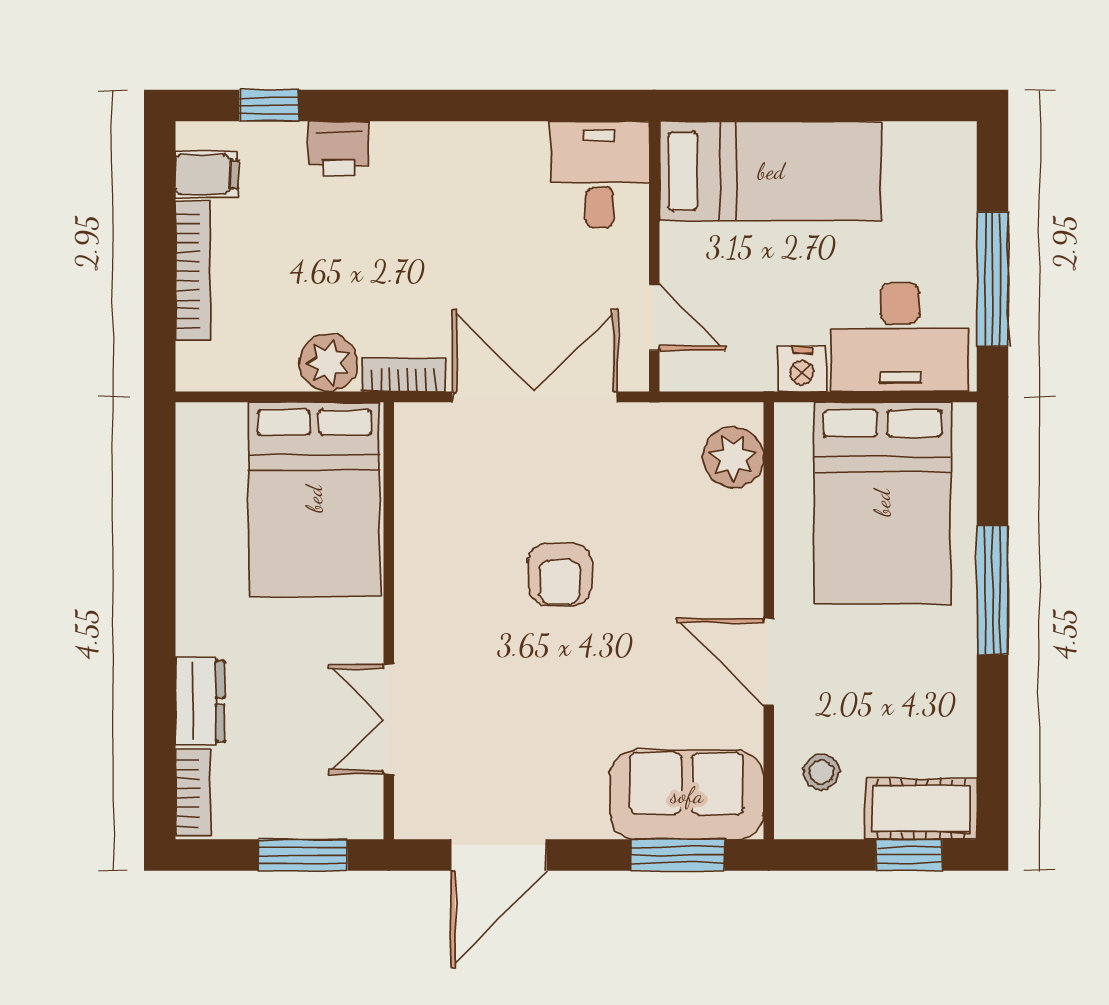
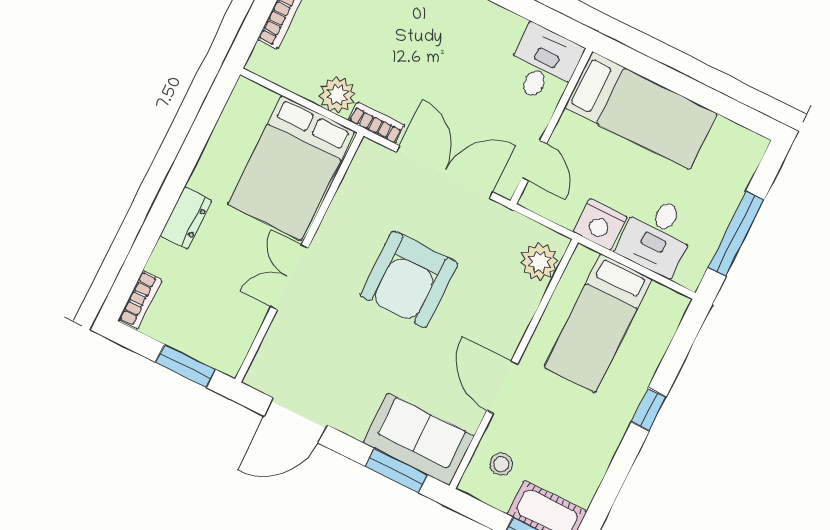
desk: (900, 337) -> (657, 235), width x0.73
nightstand: (802, 369) -> (600, 224), width x1.36, depth x1.33
bed: (882, 503) -> (598, 323), width x0.67
armchair: (560, 574) -> (409, 279), width x1.88, depth x1.88
window: (993, 590) -> (649, 410), width x0.46
dresser: (200, 701) -> (186, 218), moved
double door: (389, 719) -> (289, 277), moved

